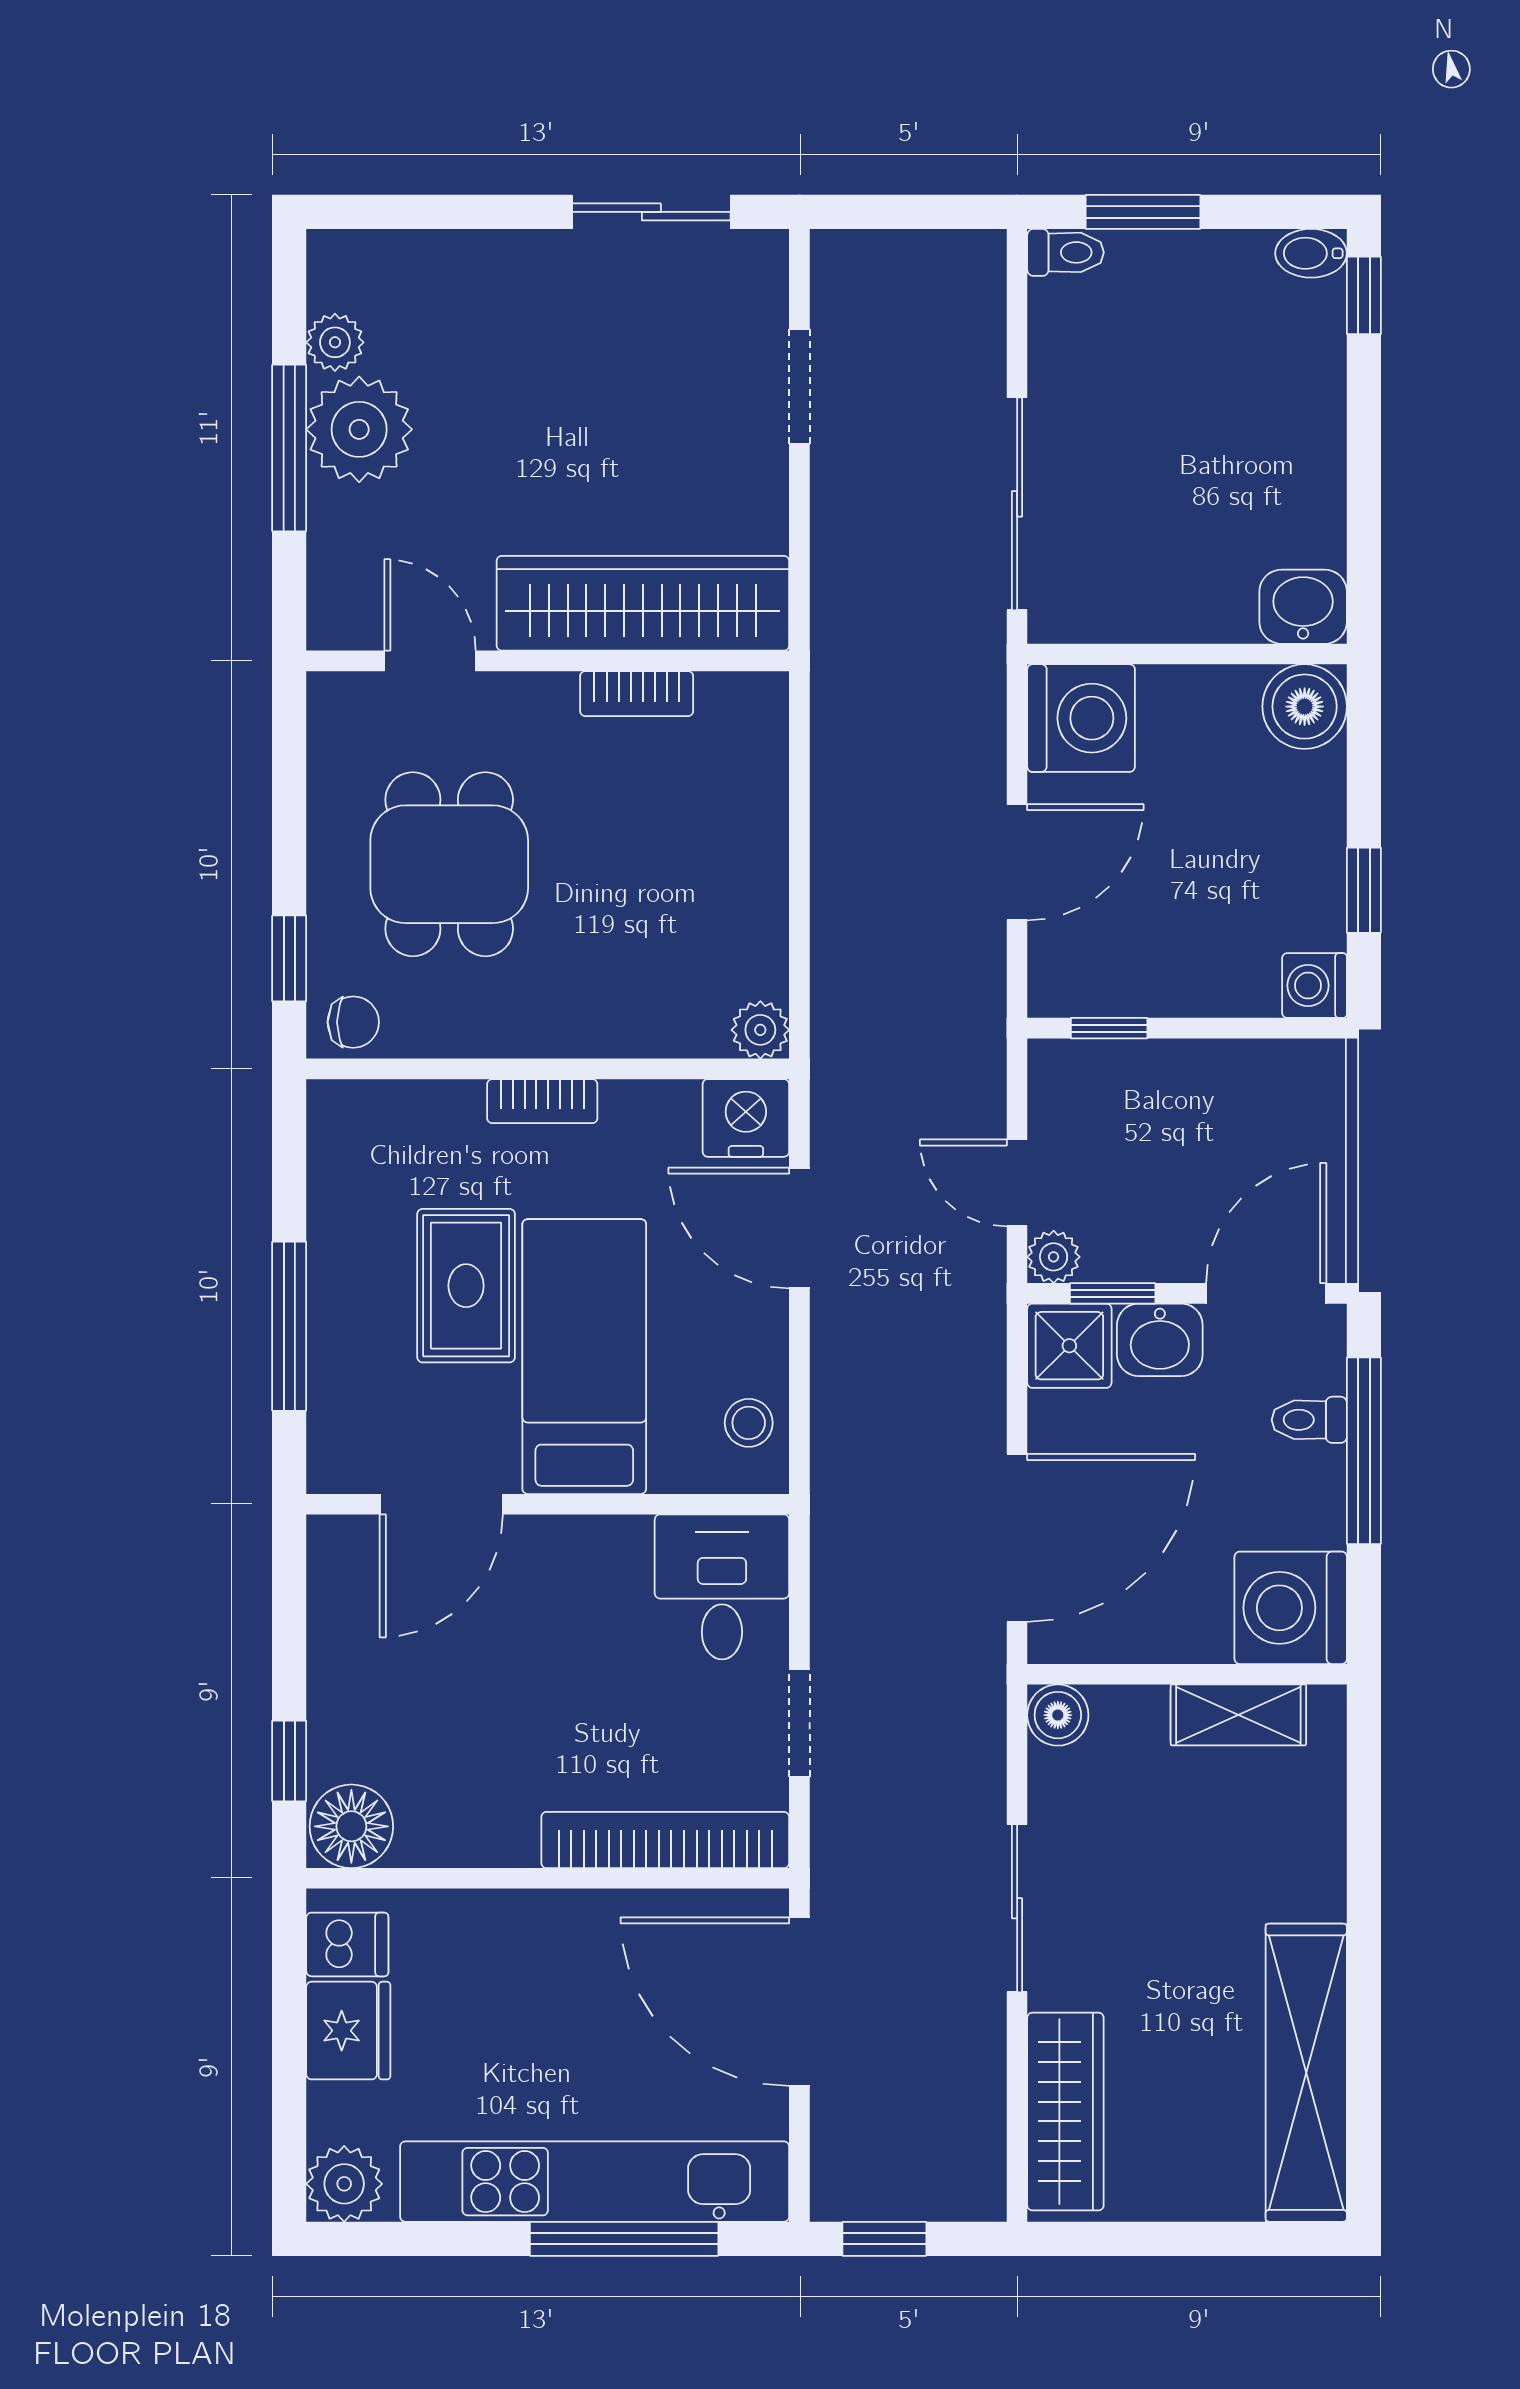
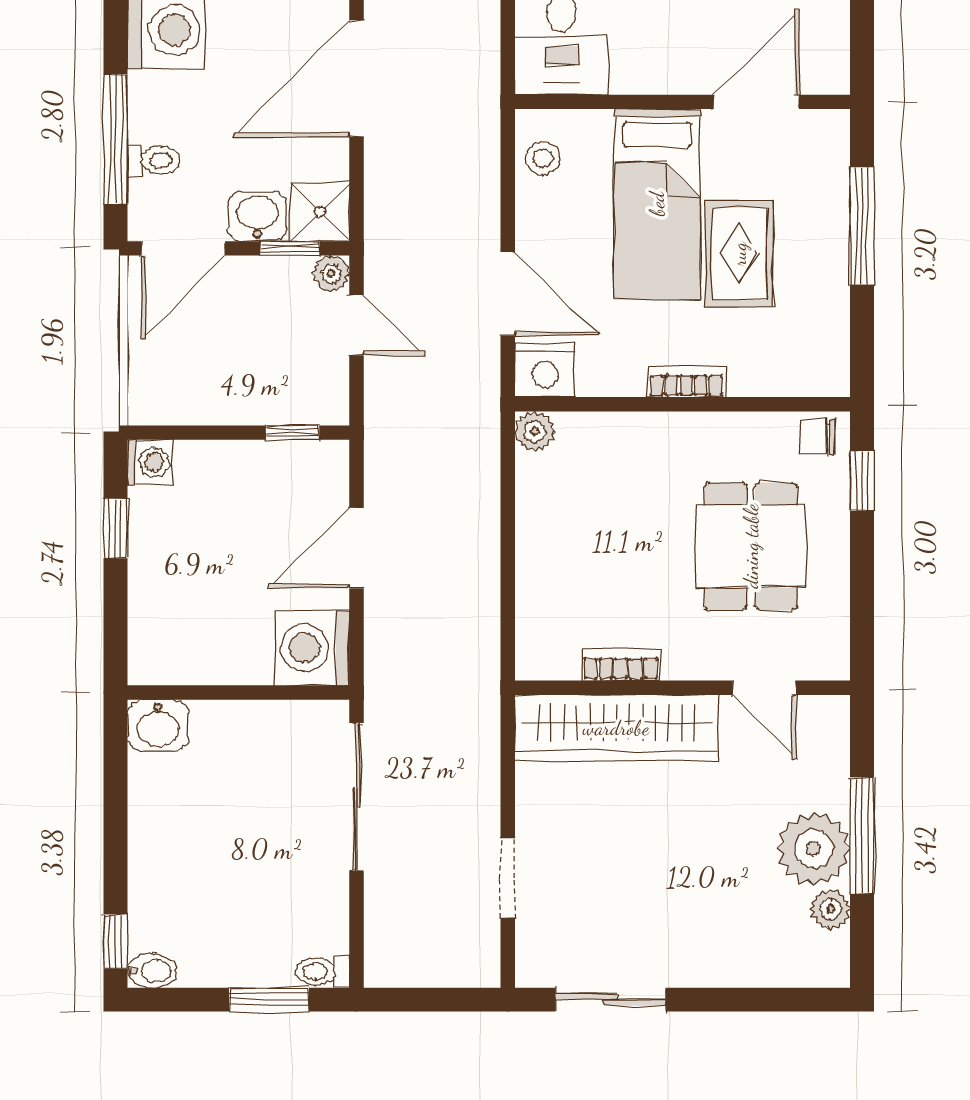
boiler: (1305, 707) -> (157, 656), removed

